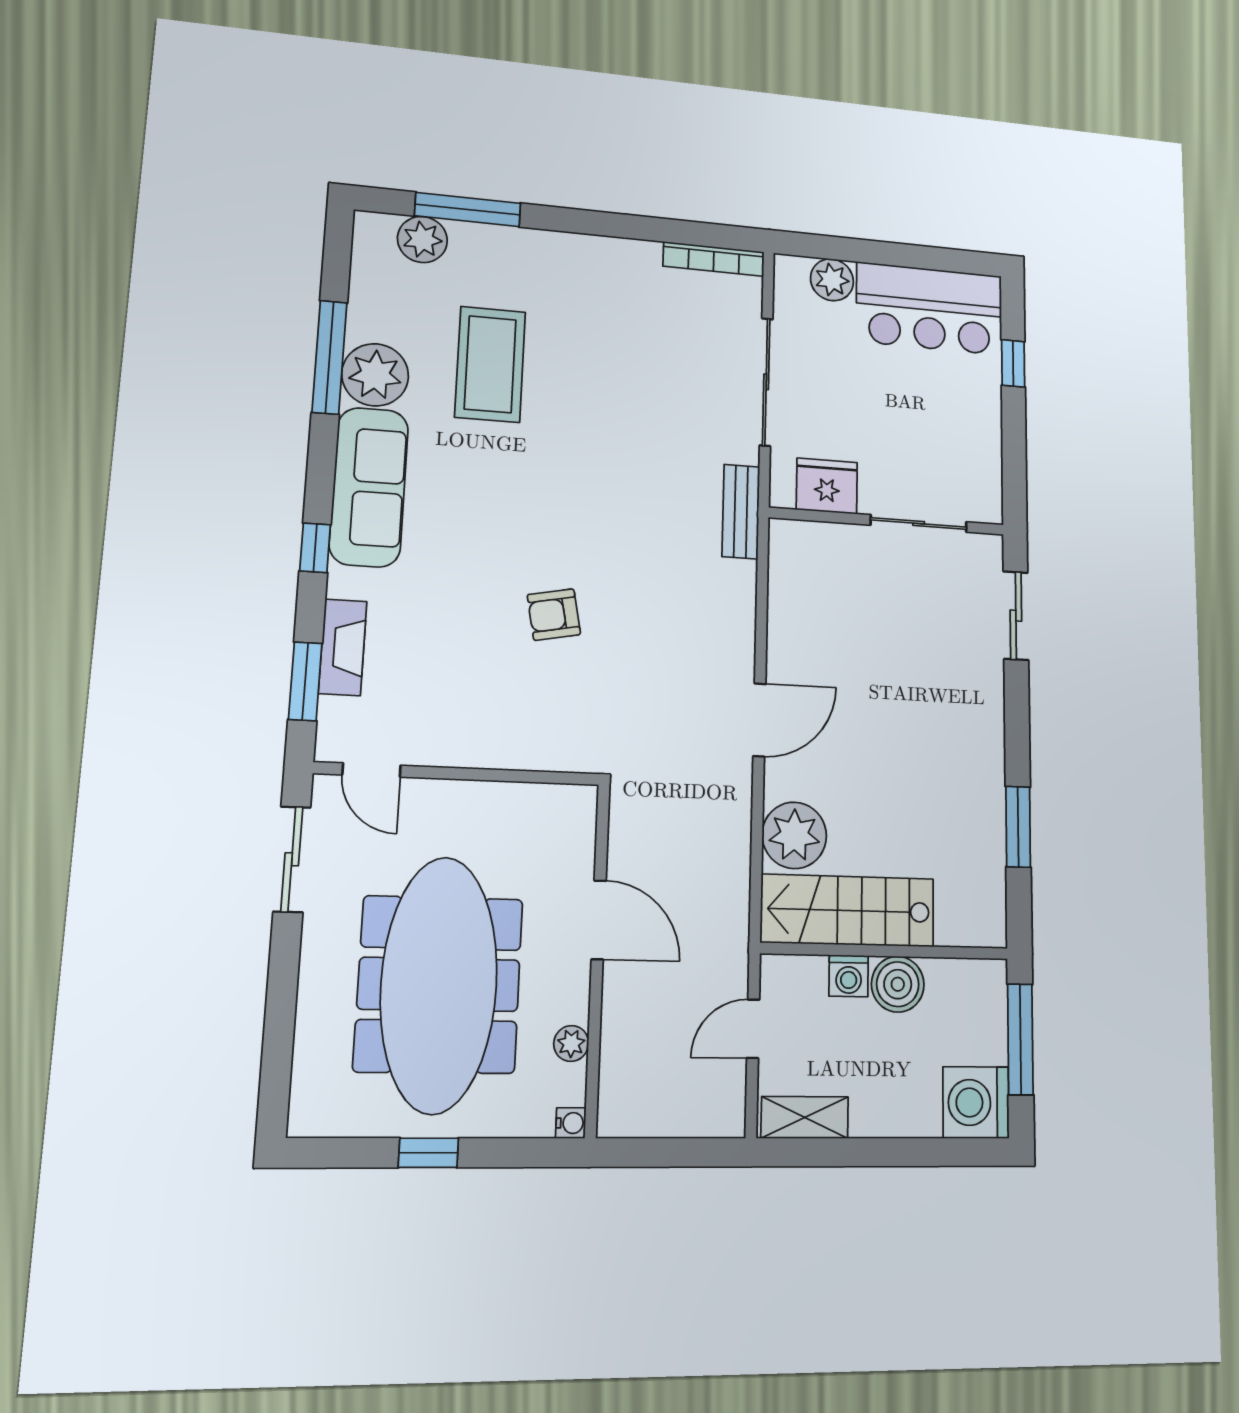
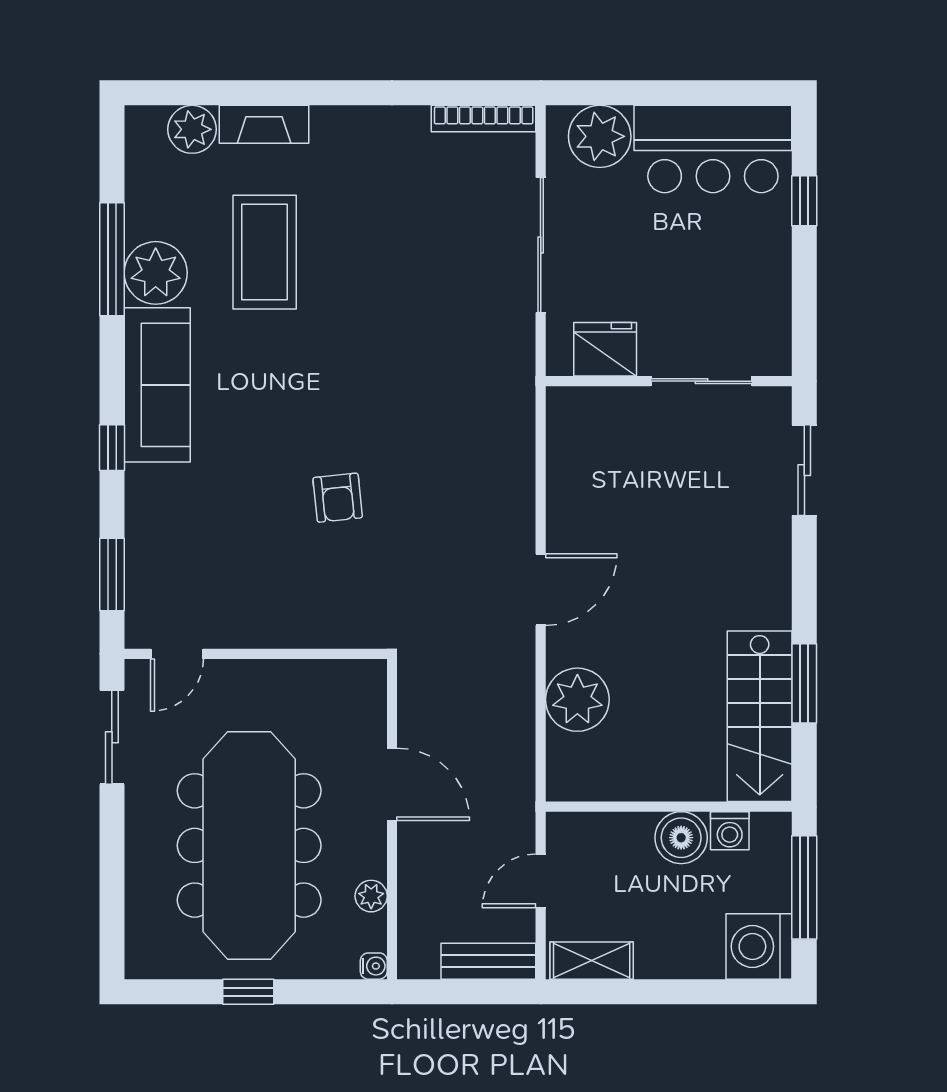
window: (468, 210) -> (234, 93), removed
plant: (832, 280) -> (600, 136), width x1.36, depth x1.36
bench: (741, 512) -> (488, 961), moved, turned 90
armchair: (554, 615) -> (338, 498), turned -85
fireplace: (343, 647) -> (264, 124), moved, turned 90
door: (372, 770) -> (177, 654), hinge flipped
stairs: (848, 910) -> (760, 716), moved, turned -90
washing machine: (849, 976) -> (730, 831), moved

